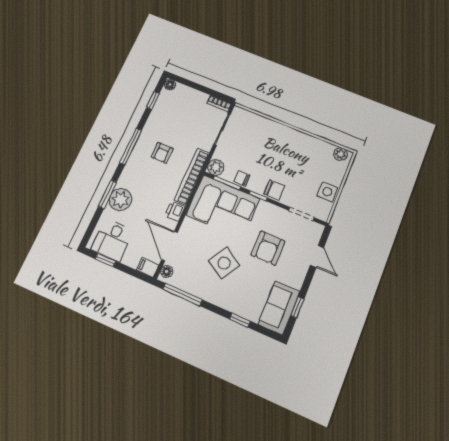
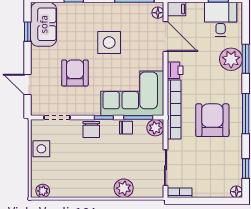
plant: (267, 127) -> (124, 188), added
armchair: (162, 153) -> (212, 120), width x1.88, depth x1.88
chair: (274, 190) -> (91, 129), turned -90
side table: (224, 263) -> (109, 42), turned -31

